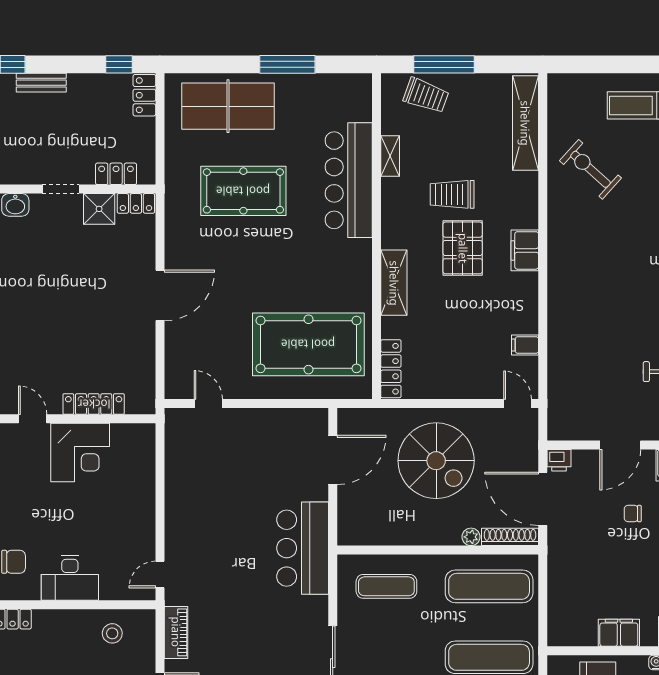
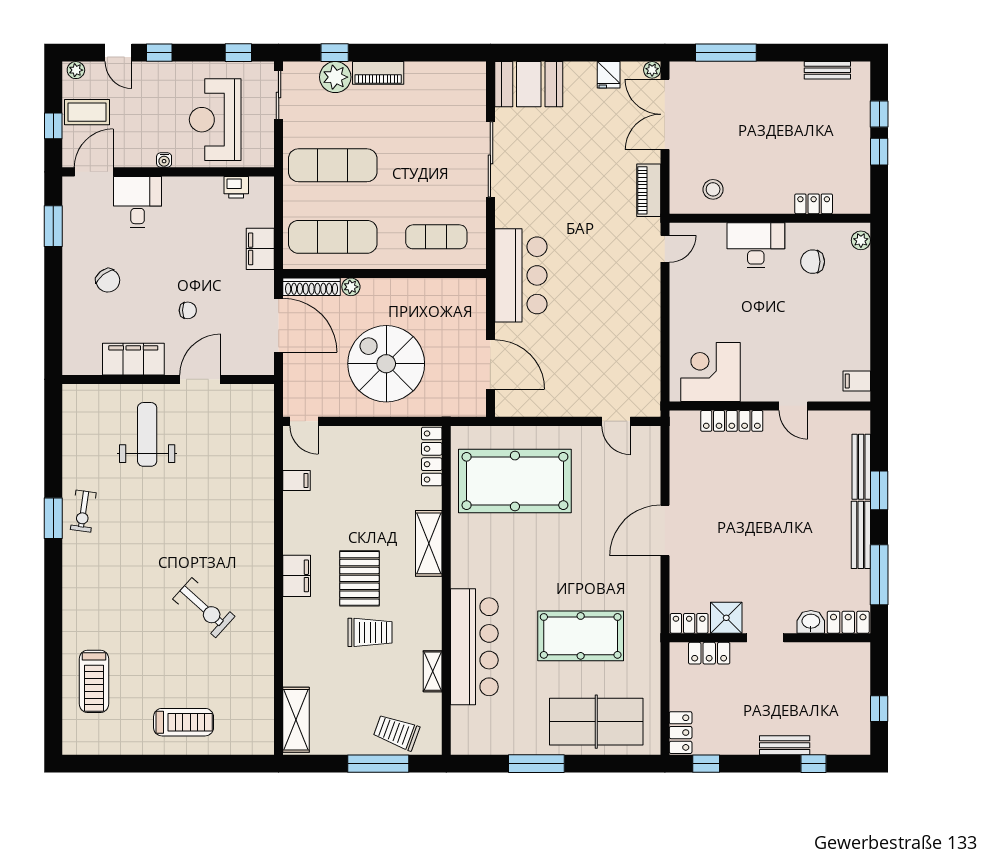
shelving: (525, 123) -> (296, 720), width x0.68
exercise bike: (590, 169) -> (204, 608), moved
corner desk: (80, 452) -> (711, 372), moved
door: (333, 460) -> (490, 364), swing flipped
printer: (559, 460) -> (236, 187), moved, turned 180
filing cabinet: (619, 633) -> (260, 249), moved, turned 90

